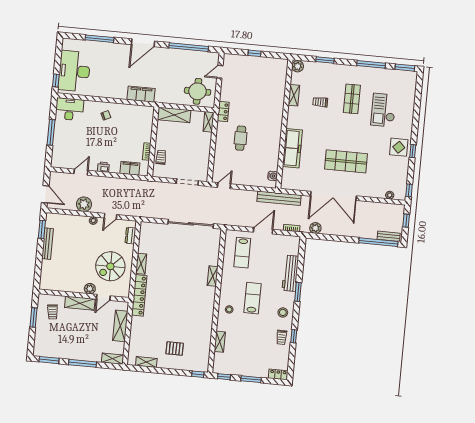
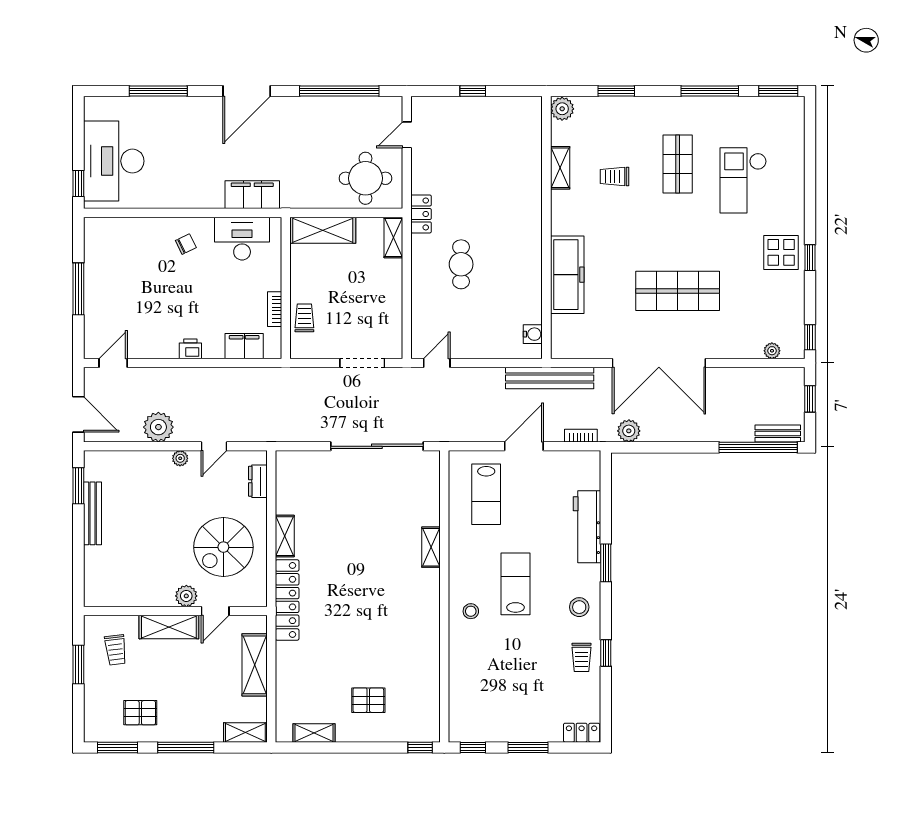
desk: (69, 109) -> (242, 239), moved
door: (81, 172) -> (113, 363), moved
shelving: (220, 342) -> (458, 678), removed
pallet: (62, 344) -> (140, 713), added

